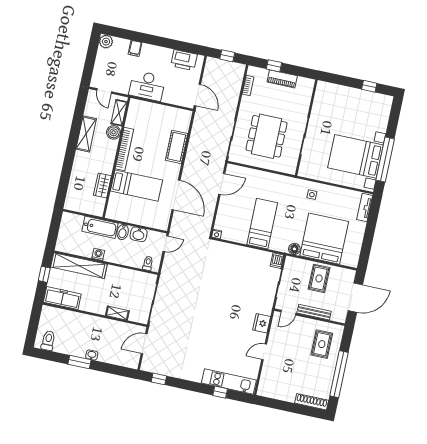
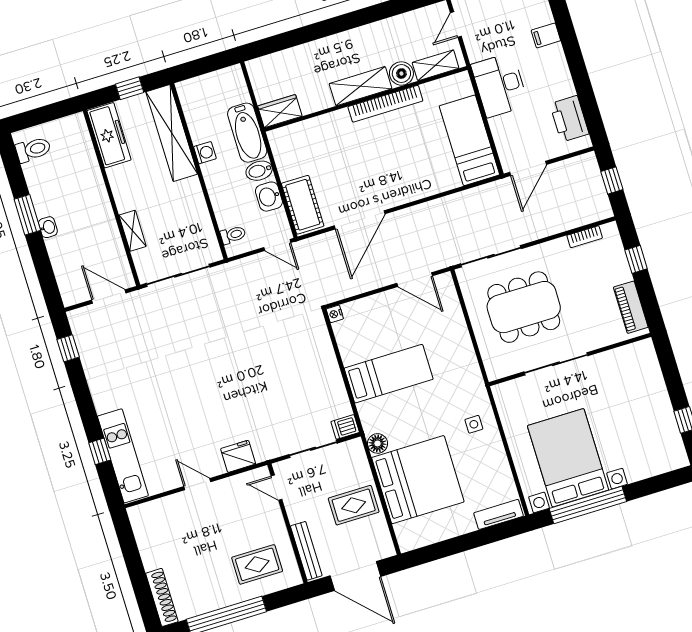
piano: (282, 79) -> (631, 307), moved
shelving: (86, 134) -> (361, 86), moved
cot: (177, 147) -> (303, 205), moved, turned 90
wardrobe: (102, 185) -> (280, 111), moved
bed: (136, 186) -> (469, 140), moved, turned 180
bench: (314, 312) -> (306, 551), moved

